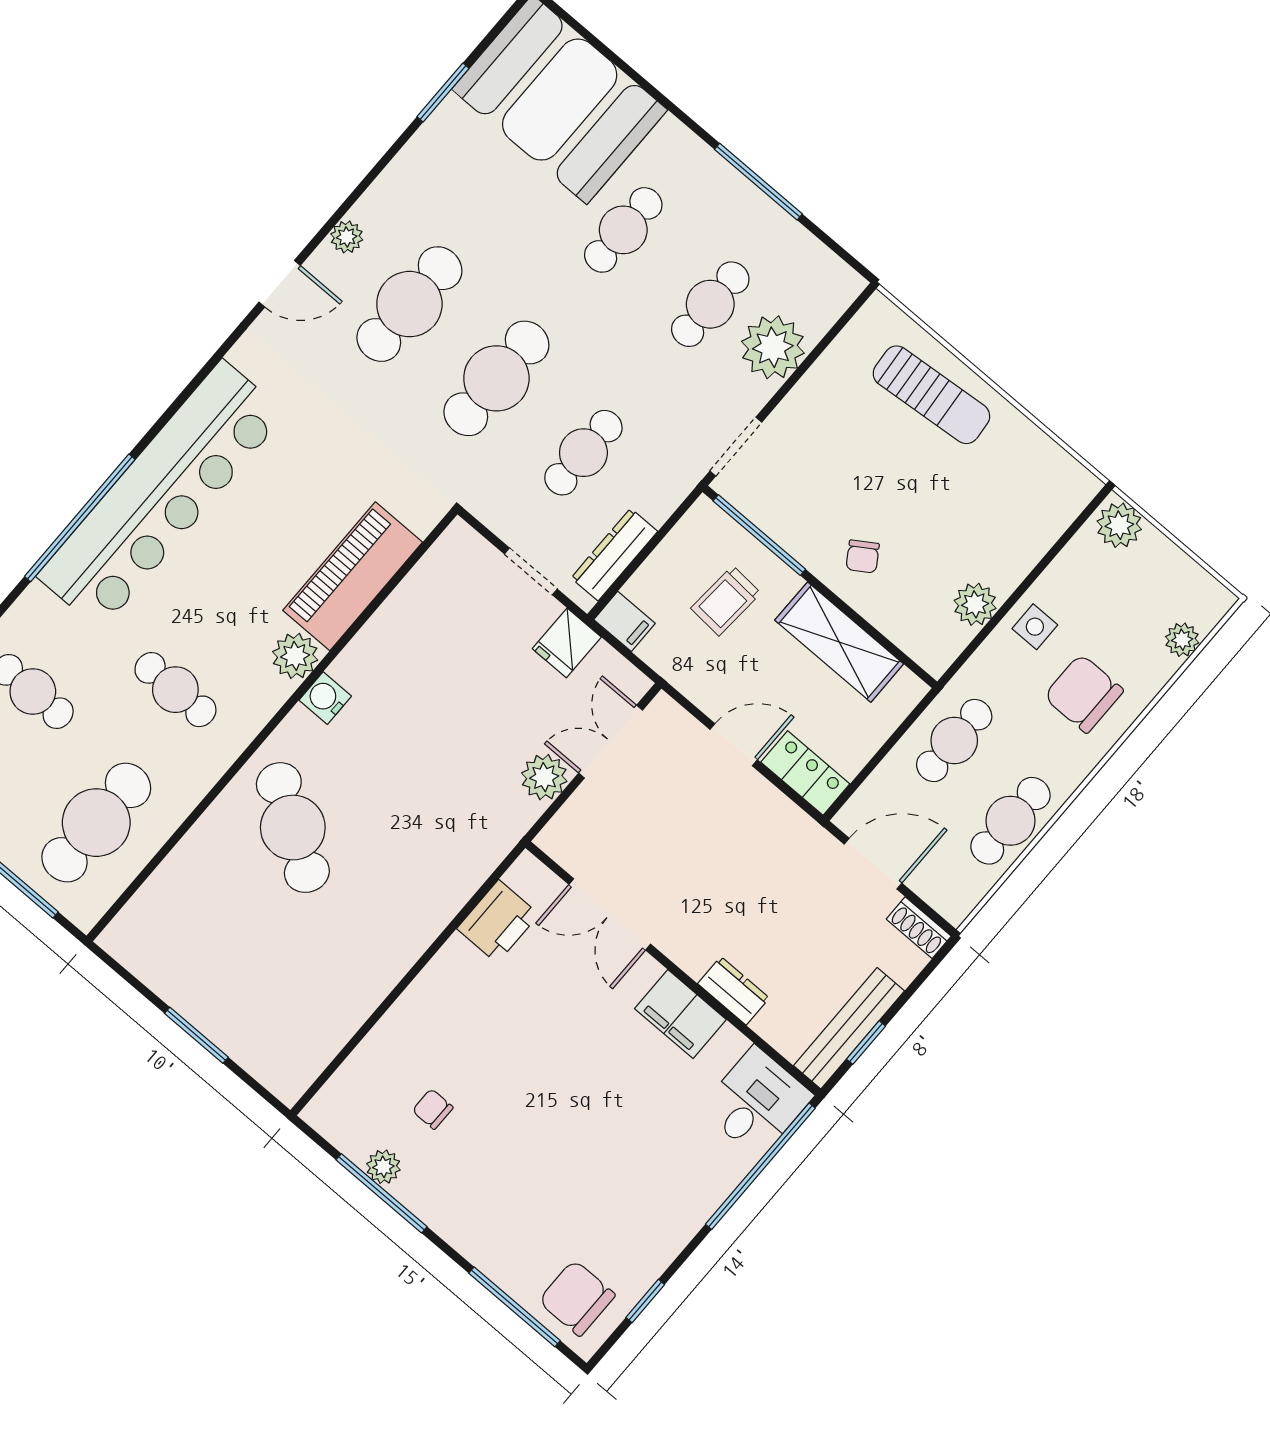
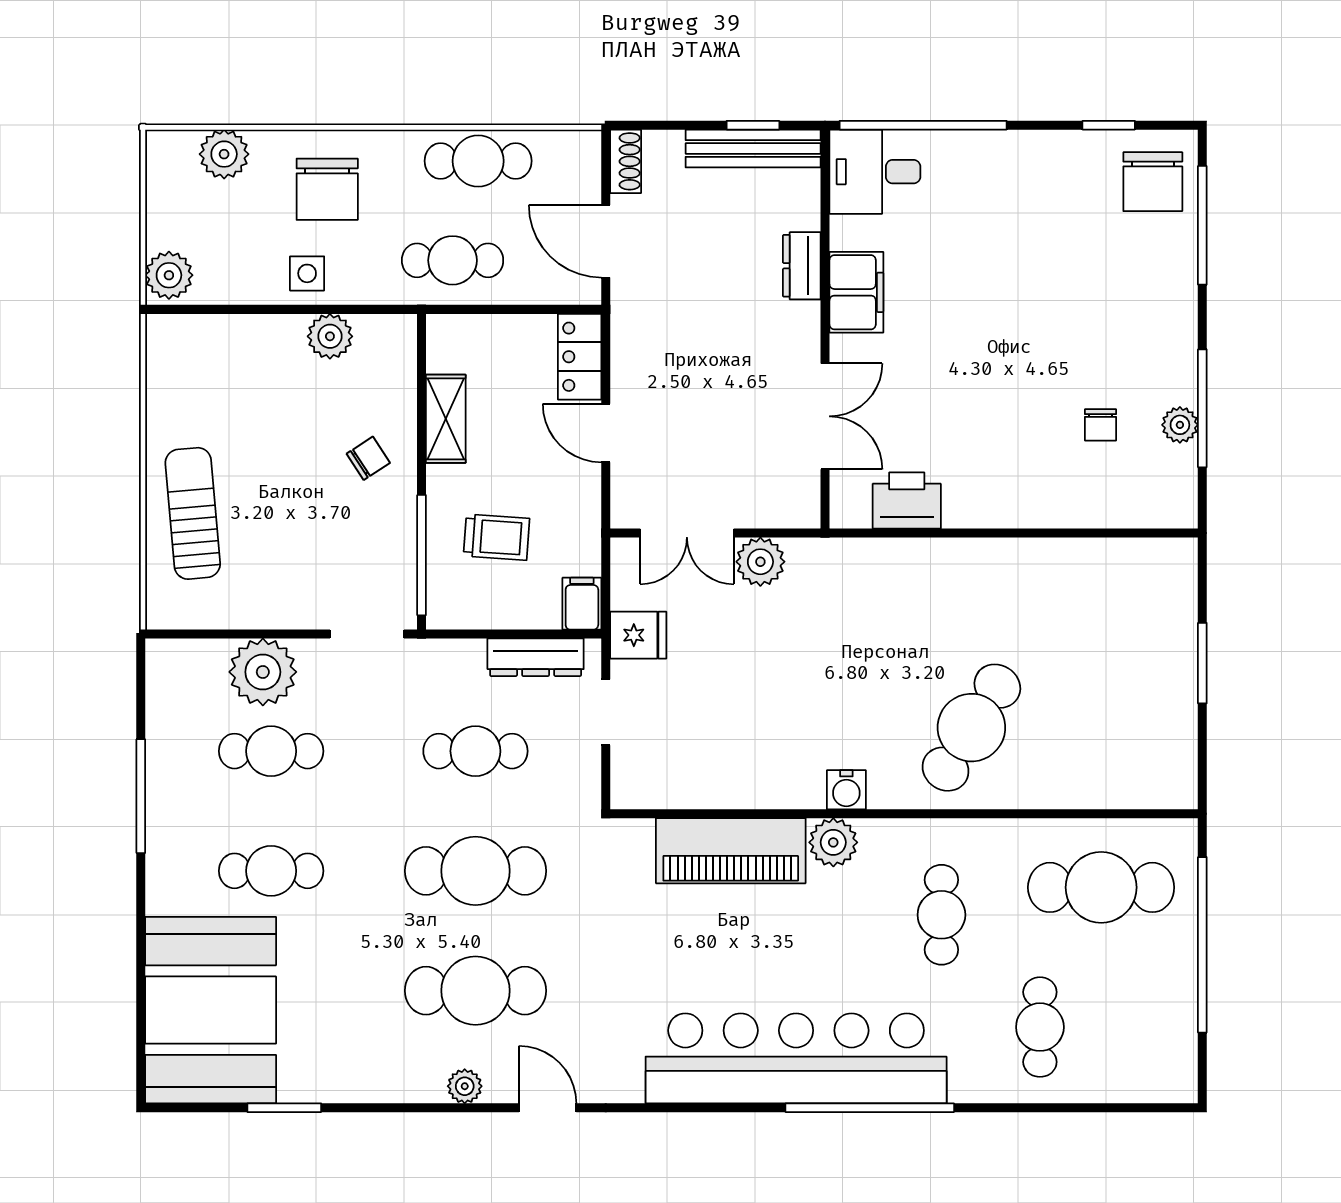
plant: (1182, 640) -> (224, 154), width x1.38, depth x1.38
shelving: (839, 642) -> (446, 419), width x0.67, depth x0.75

